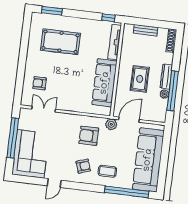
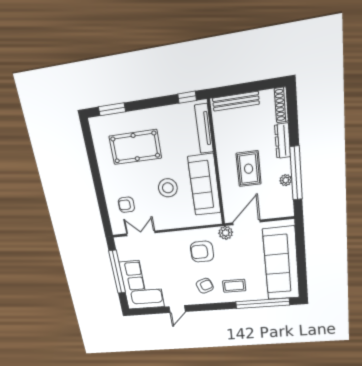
bench: (146, 30) -> (236, 101), width x1.36
dresser: (166, 77) -> (283, 141), moved
stool: (76, 78) -> (168, 188), added

